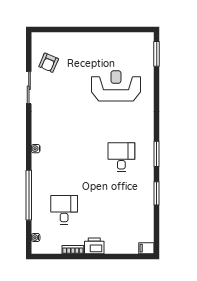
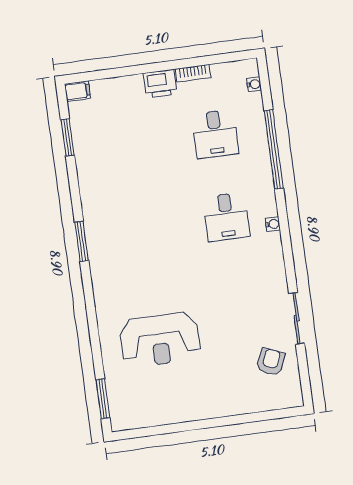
desk: (121, 157) -> (226, 217), moved
window: (157, 193) -> (68, 137), moved

